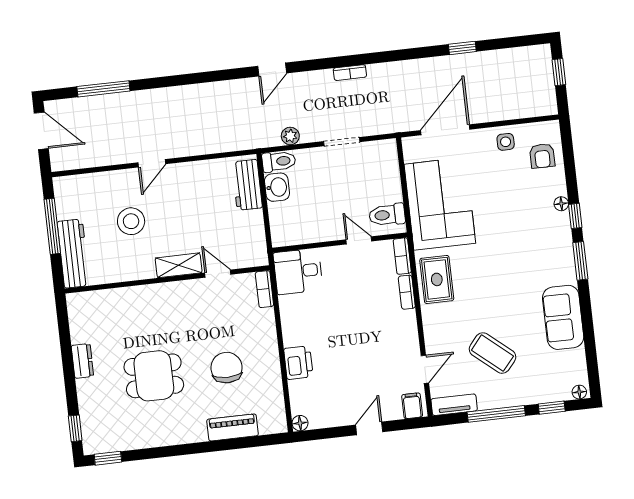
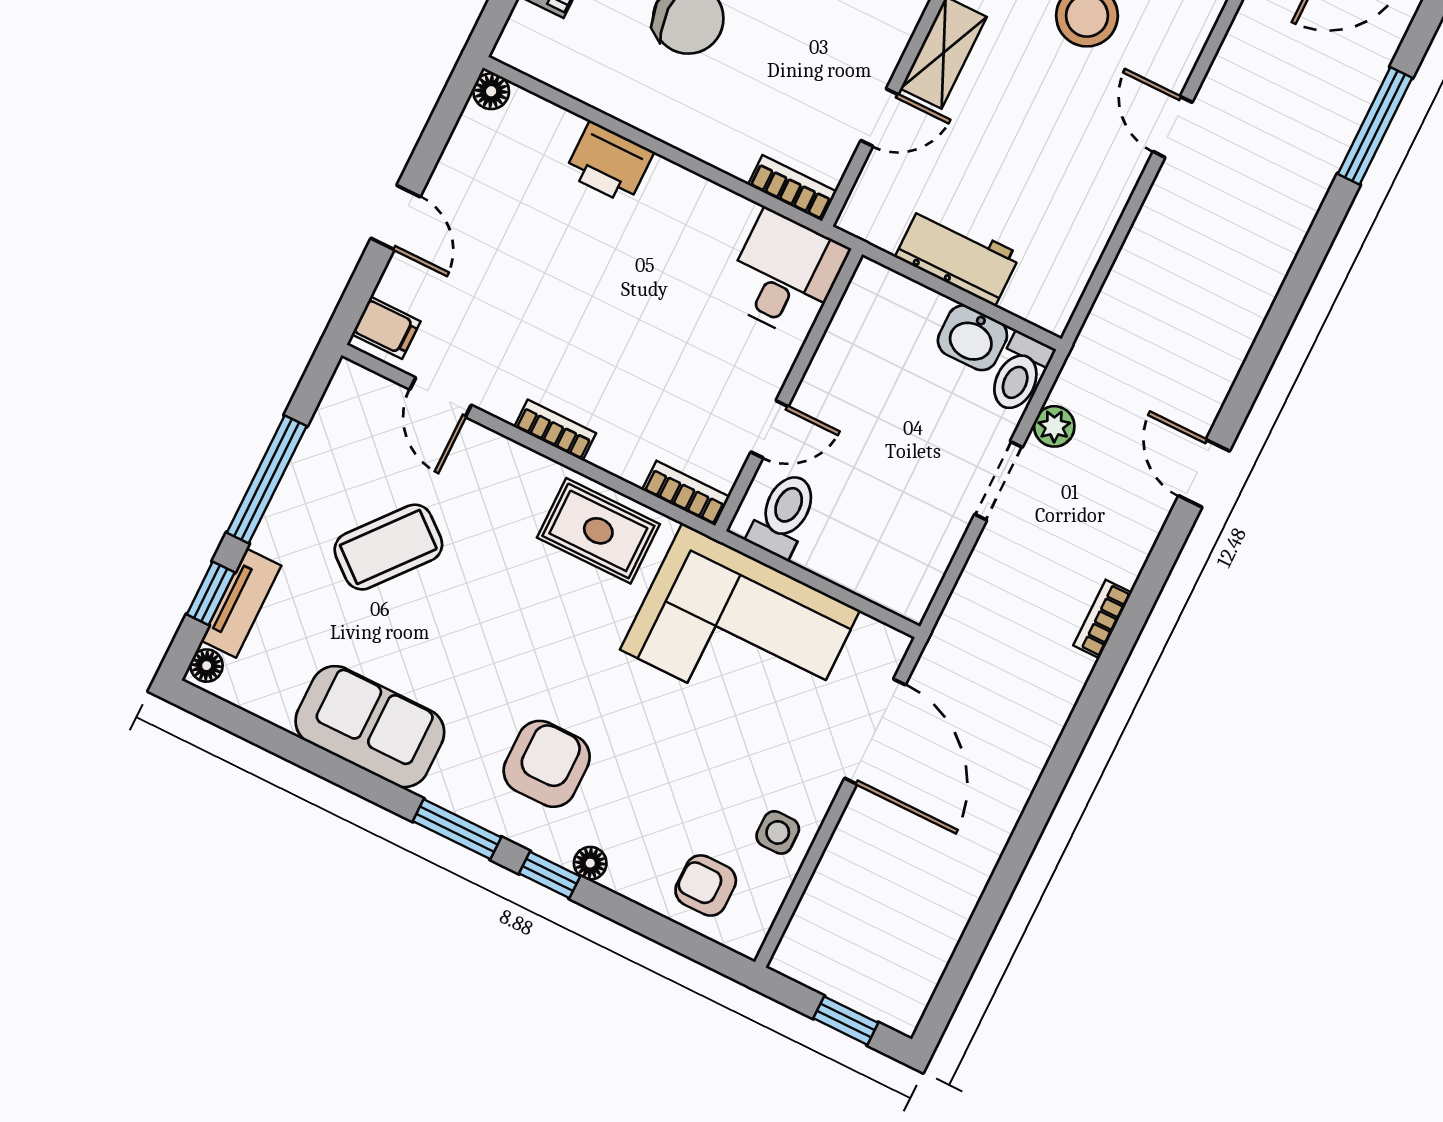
window: (462, 48) -> (1011, 865), removed
doorway: (342, 142) -> (999, 481), moved
workbench: (247, 185) -> (958, 256), moved
armchair: (535, 243) -> (547, 764), added
bookcase: (407, 292) -> (555, 430), moved
tv unit: (454, 405) -> (241, 603), moved

